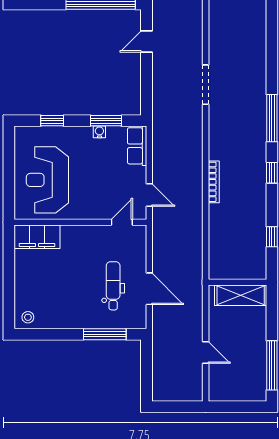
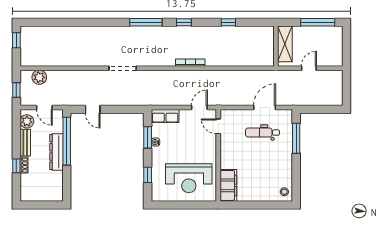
wall: (237, 282) -> (276, 46), moved
shelving: (241, 295) -> (285, 44), moved

